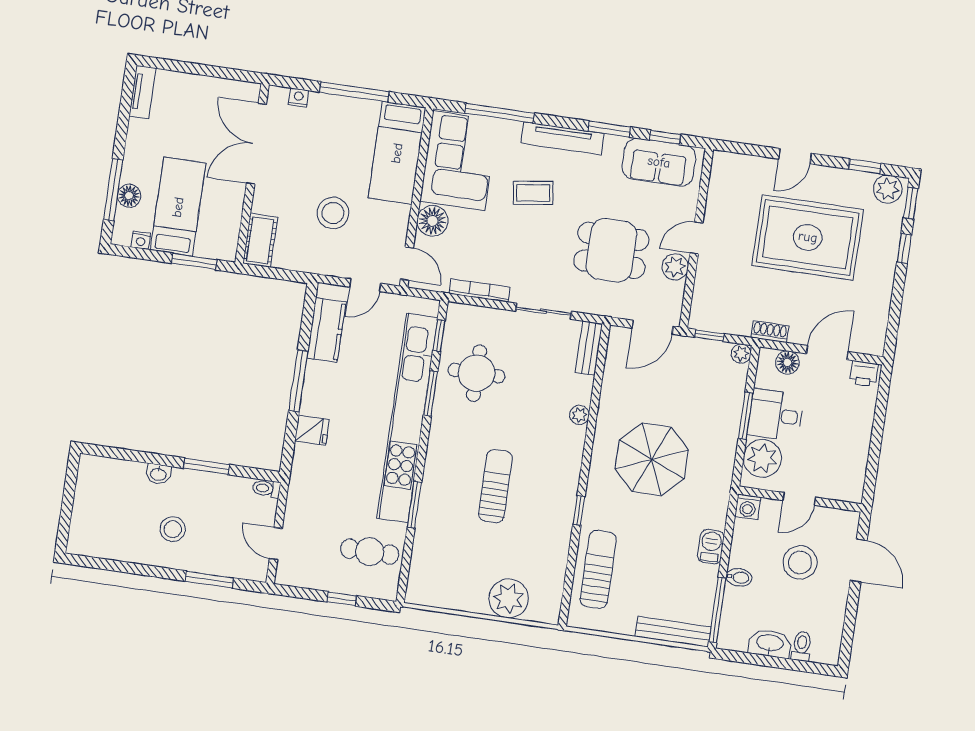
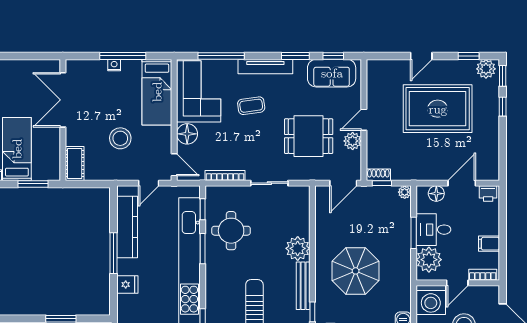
nightstand: (298, 98) -> (114, 65), moved
kitchen counter: (326, 330) -> (127, 227), width x1.50
shoe rack: (770, 332) -> (378, 175), moved
bench: (589, 348) -> (303, 286), moved, width x1.36
plant: (579, 415) -> (298, 248), width x1.87, depth x1.87
filing cabinet: (854, 448) -> (489, 244), added
bookcase: (839, 492) -> (483, 275), added
washing machine: (748, 507) -> (431, 300), width x1.89, depth x1.89

